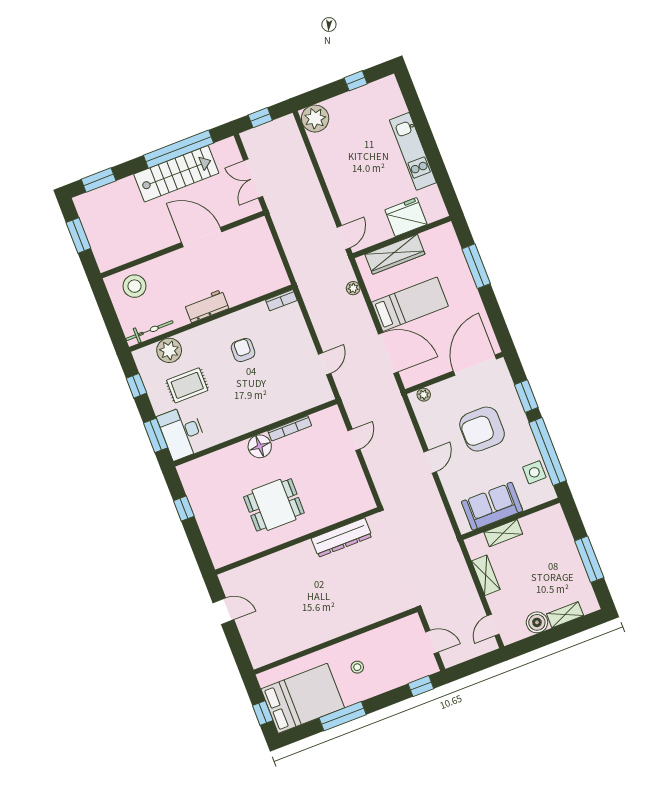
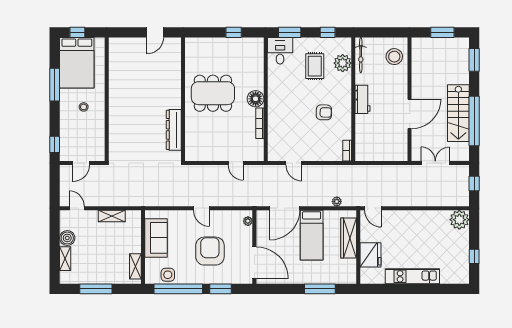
desk: (182, 432) -> (280, 51), width x0.73
dining table: (274, 505) -> (213, 93), width x1.38
shelving: (503, 533) -> (135, 266), moved

